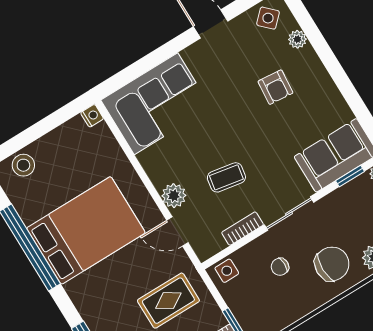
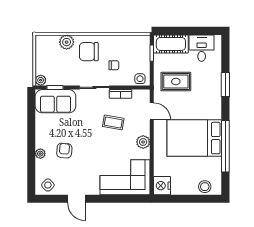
plant: (297, 39) -> (40, 154), moved
nightstand: (92, 116) -> (162, 186), width x1.89, depth x1.79
plant: (174, 196) -> (143, 142), moved

